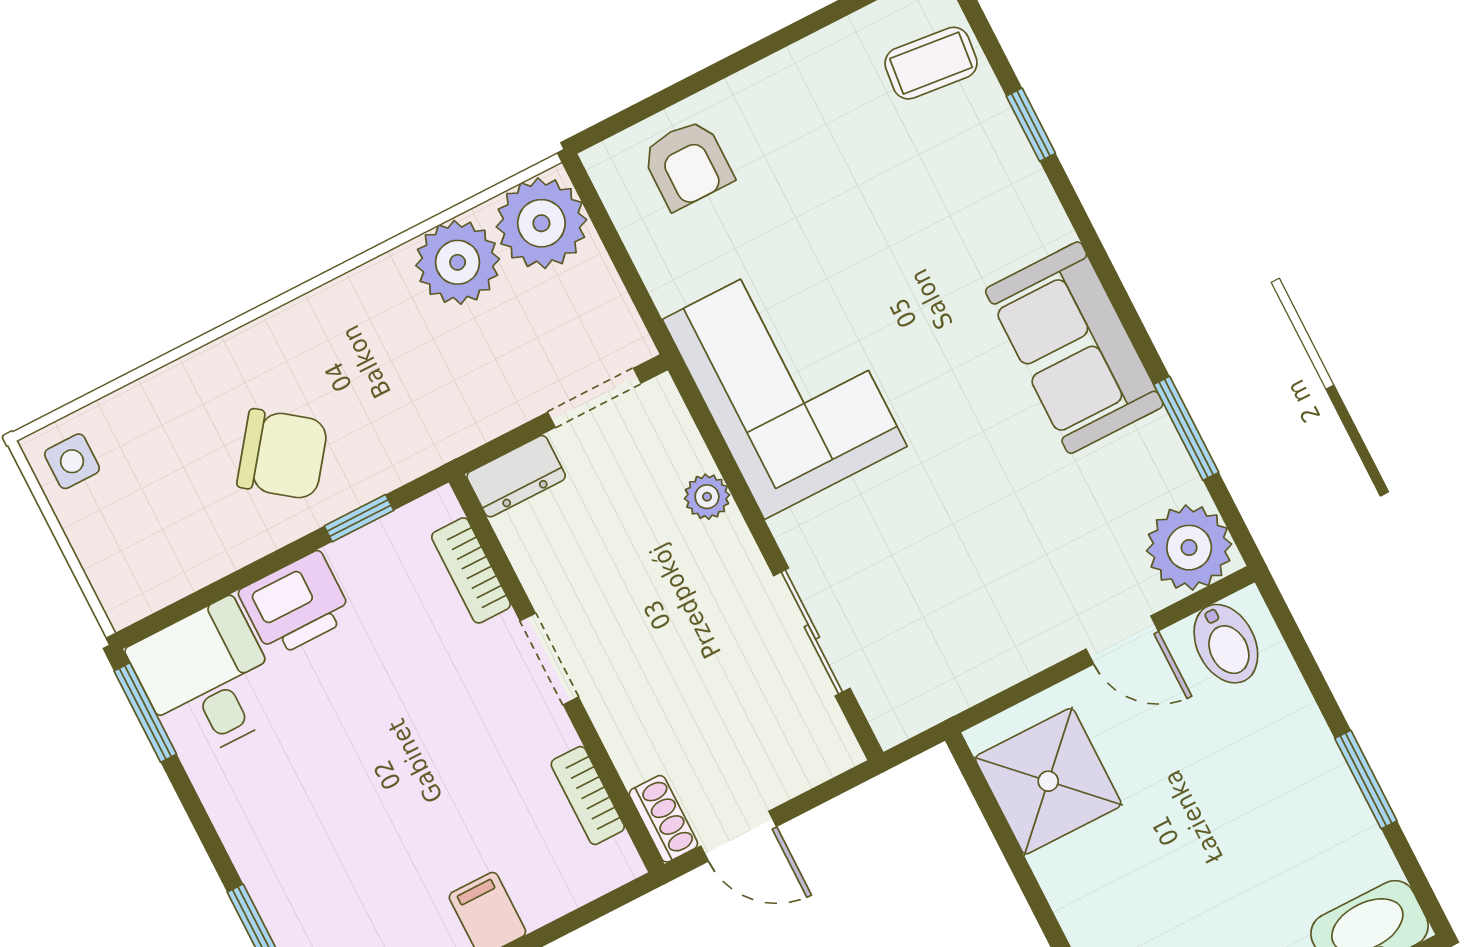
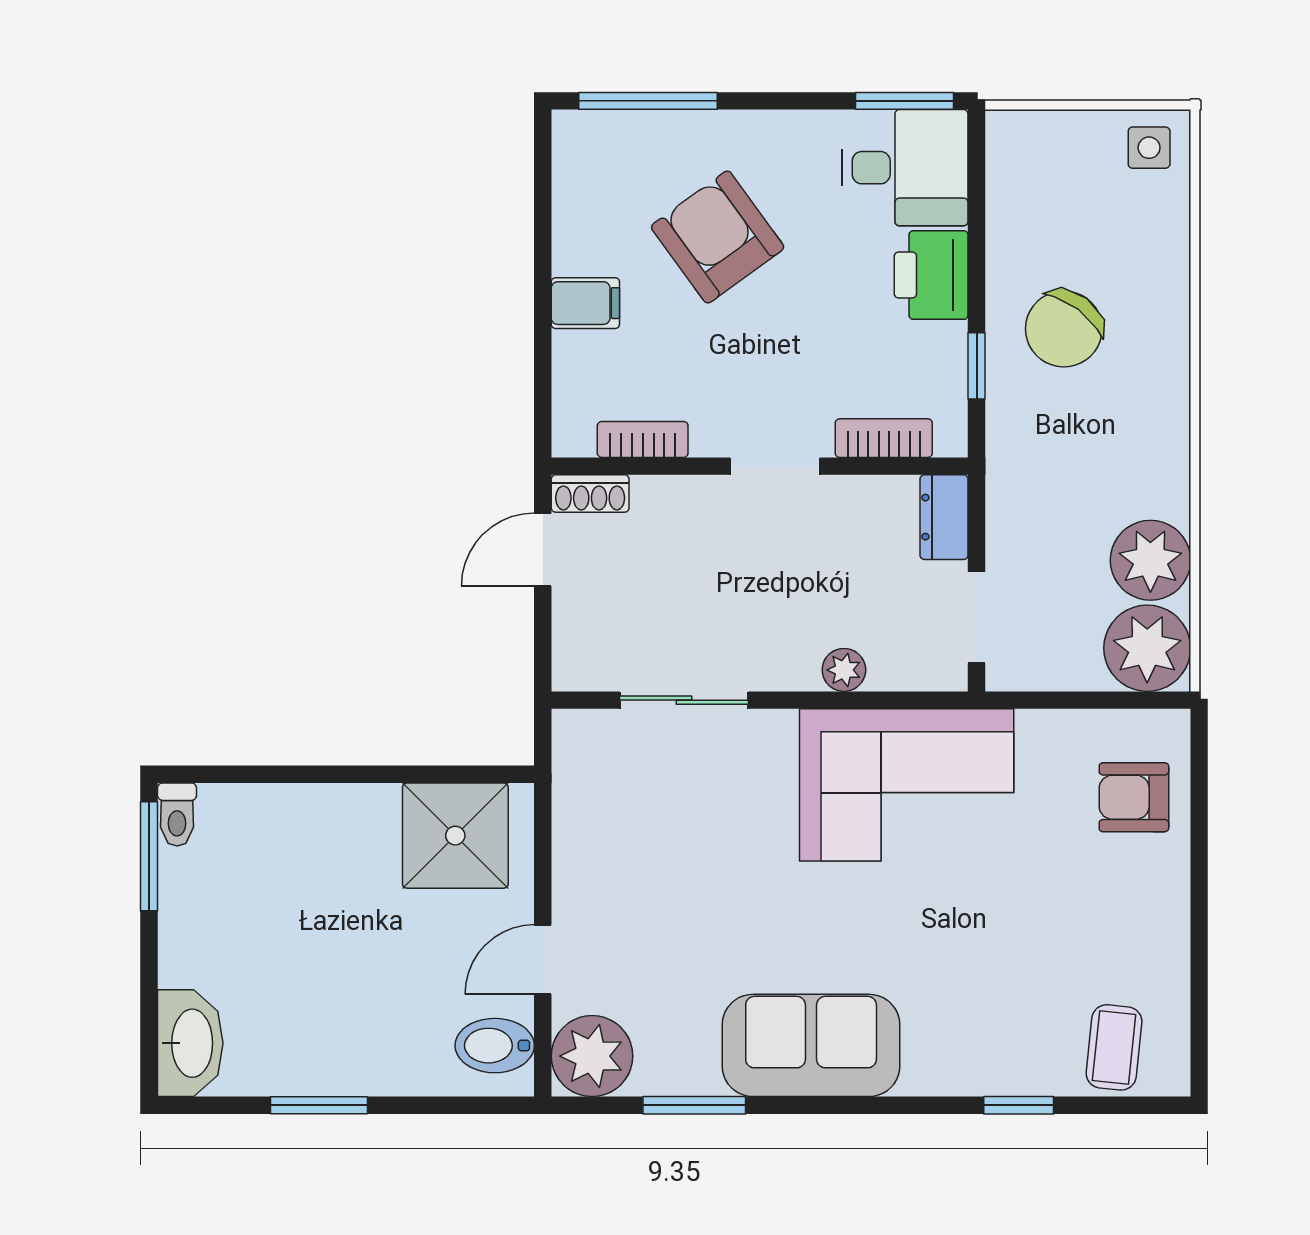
armchair: (362, 822) -> (718, 237), added

